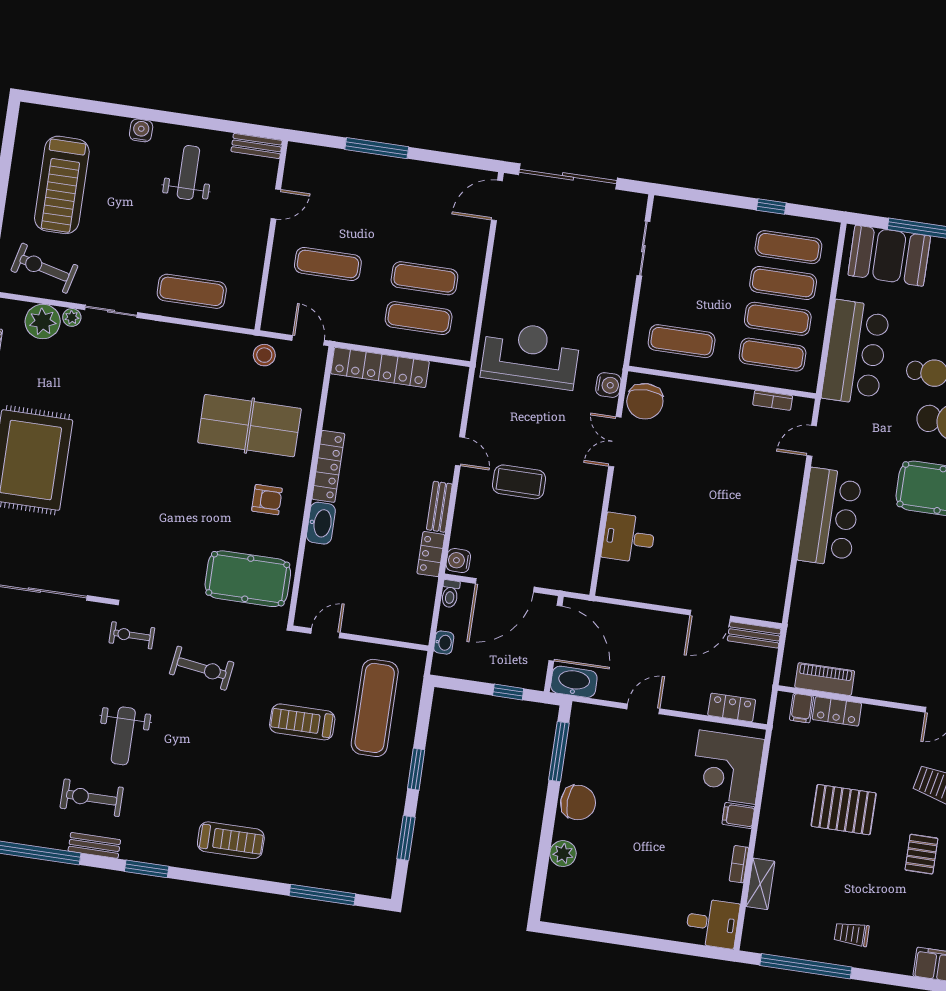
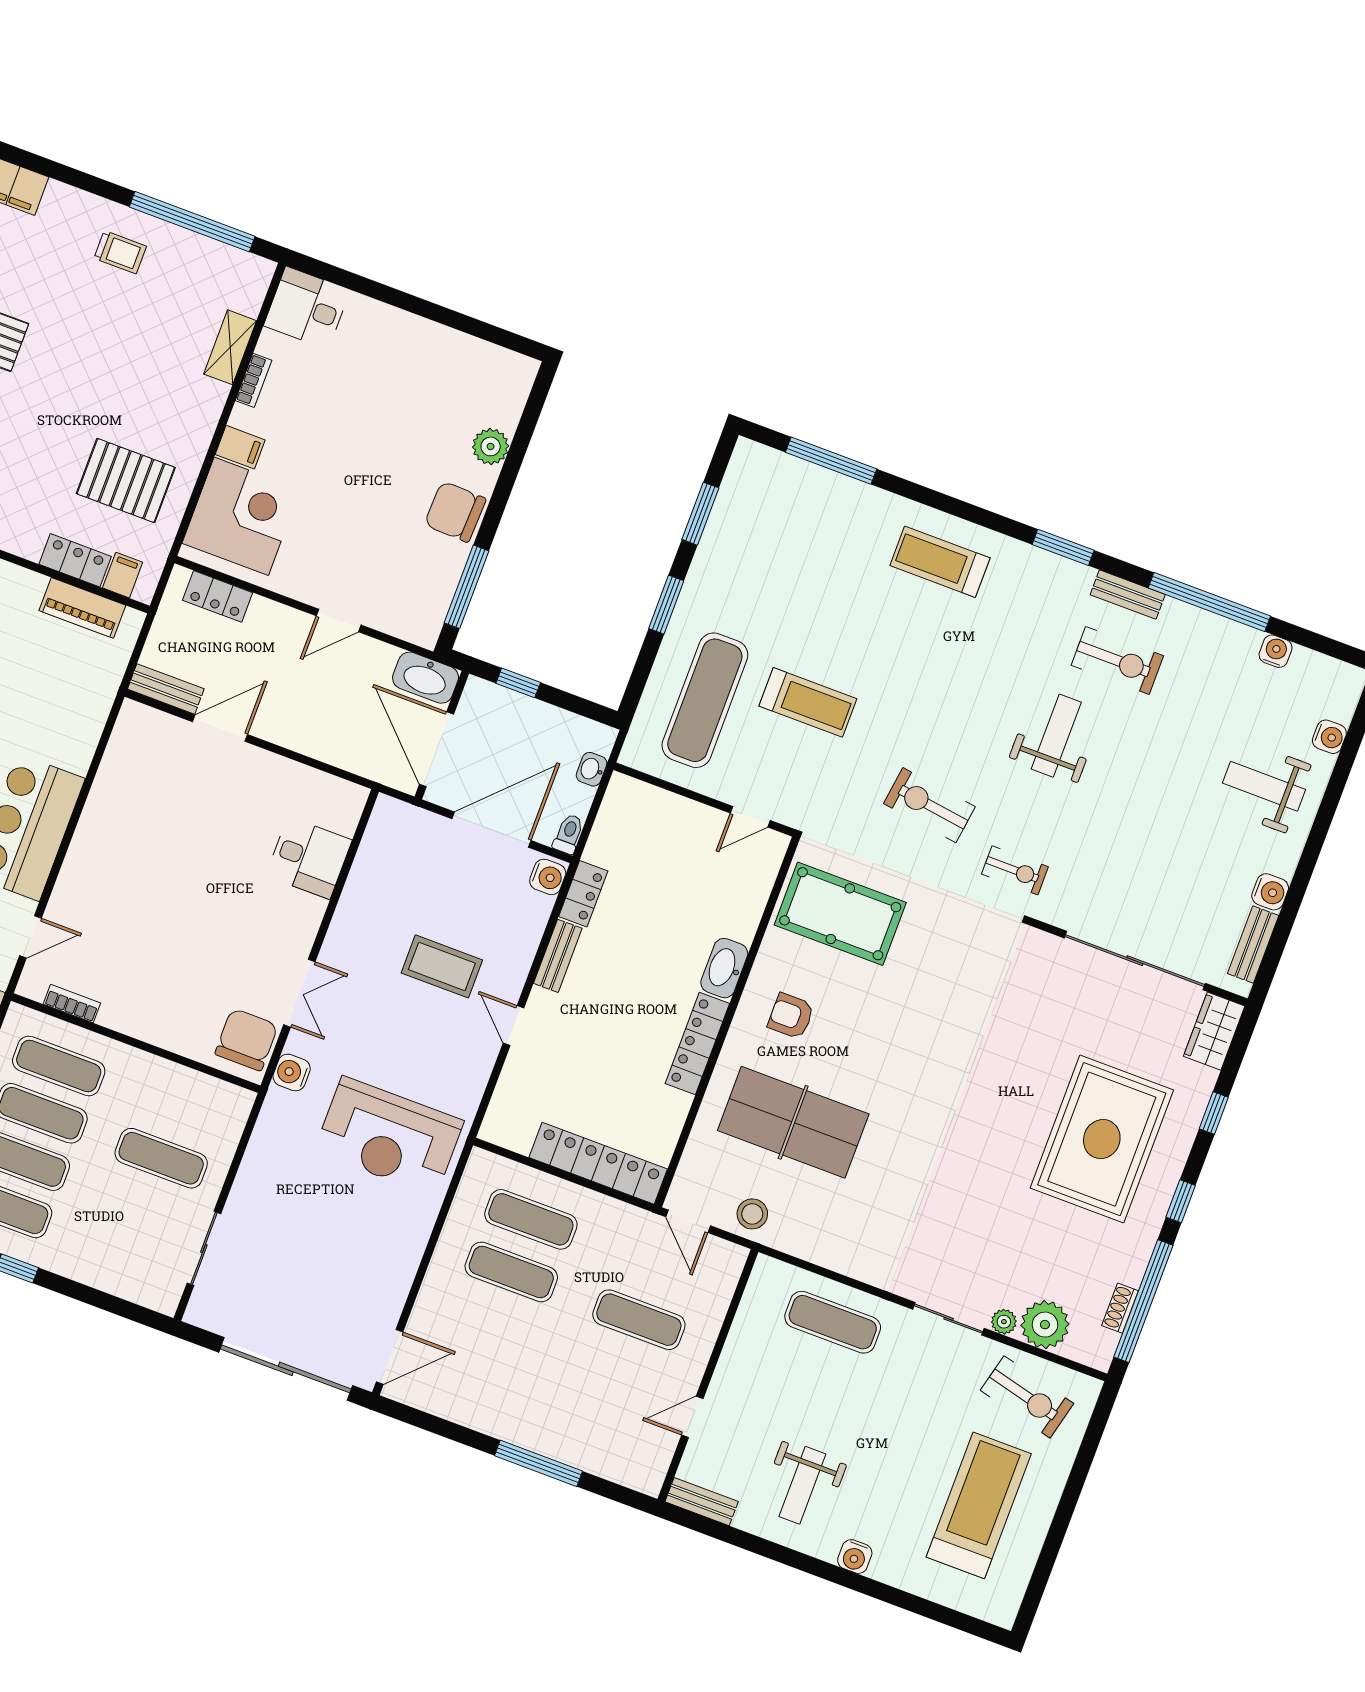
exercise mat: (682, 341) -> (161, 1158), moved
pallet: (844, 810) -> (126, 481), moved

